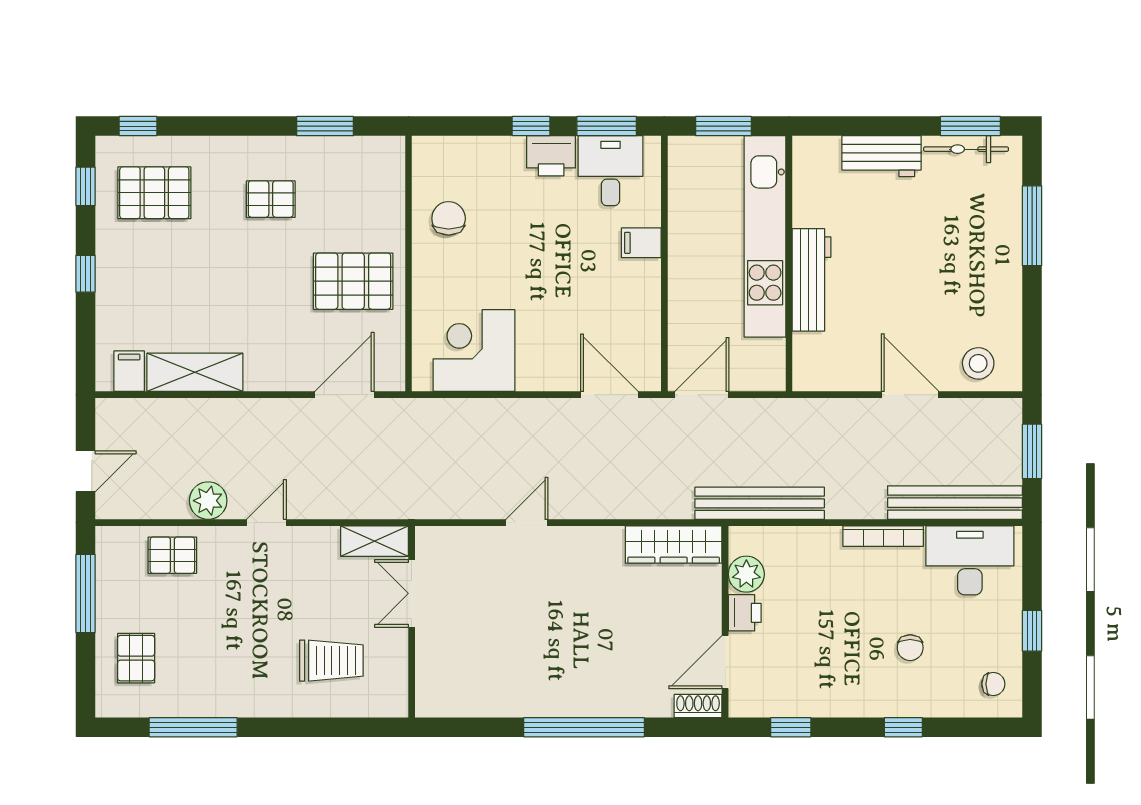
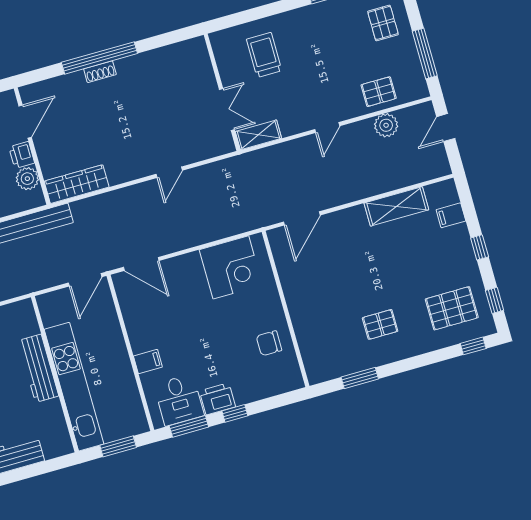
chair: (449, 218) -> (269, 343), turned 90
pallet: (353, 281) -> (316, 289), removed
filing cabinet: (129, 371) -> (451, 215), moved, turned 90
plant: (208, 501) -> (386, 125), moved
trolley: (331, 661) -> (264, 55), turned 90
shoe rack: (698, 706) -> (100, 72), moved

